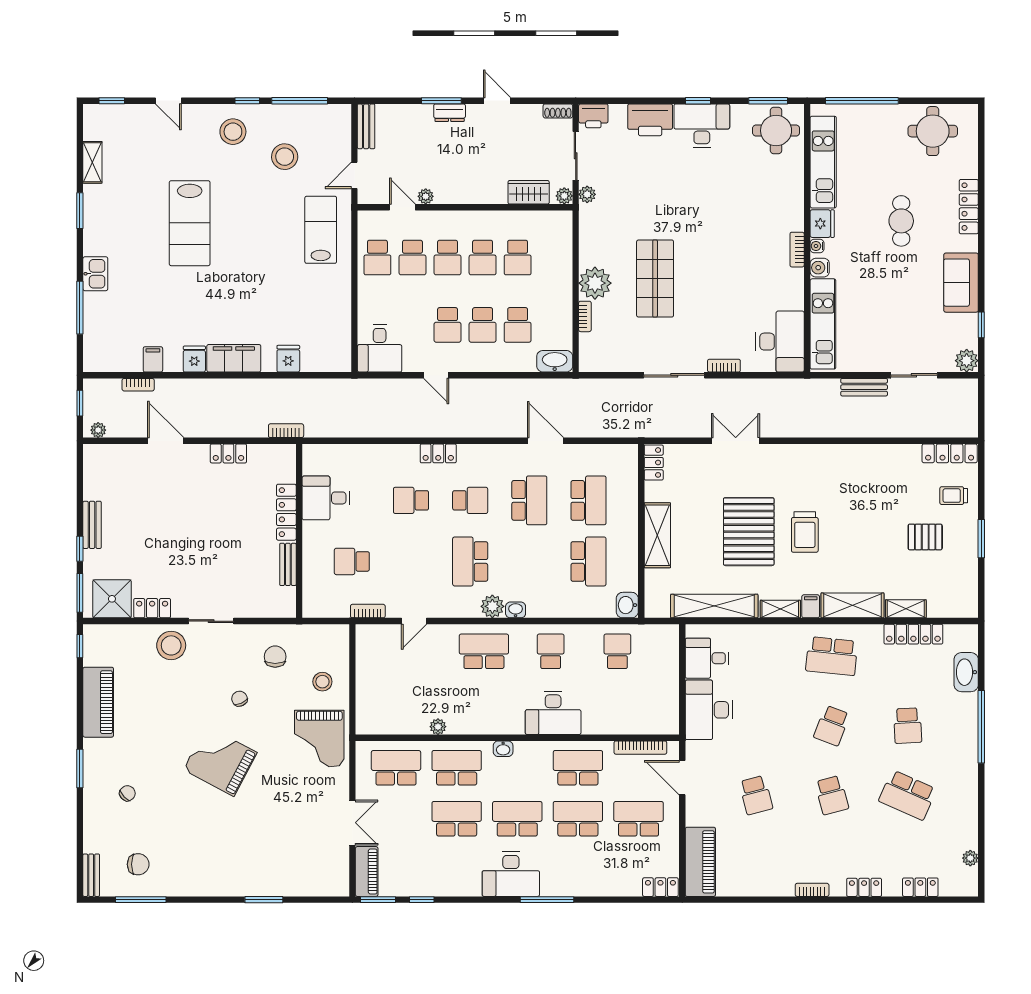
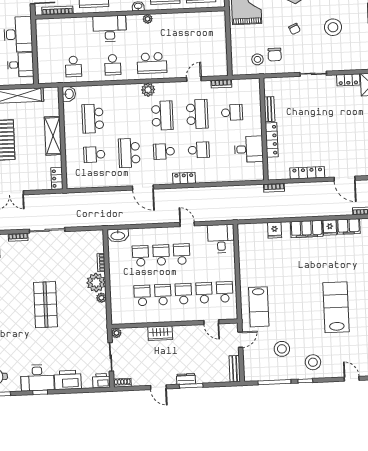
wardrobe: (529, 192) -> (160, 333), moved
plant: (587, 194) -> (101, 298), moved
plant: (426, 196) -> (198, 329), removed
shop shelf: (655, 279) -> (45, 305), moved
filing cabinet: (153, 359) -> (348, 226), width x2.00
door: (545, 441) -> (143, 187), moved
locker: (228, 453) -> (307, 173), width x1.53
school desk: (588, 500) -> (94, 154), width x0.54
school desk: (411, 561) -> (197, 114), added
washbasin: (516, 610) -> (134, 88), removed
stool: (171, 645) -> (333, 27), moved
stool: (322, 682) -> (257, 59), moved
plant: (438, 727) -> (148, 19), moved

